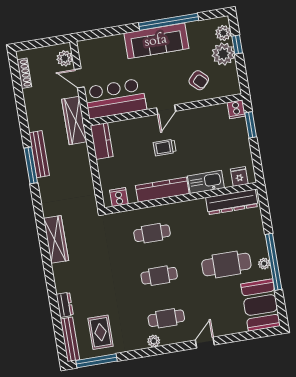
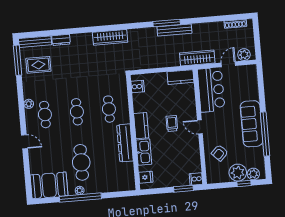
kitchen counter: (162, 190) -> (141, 126), width x0.67
dresser: (232, 202) -> (125, 143), moved

